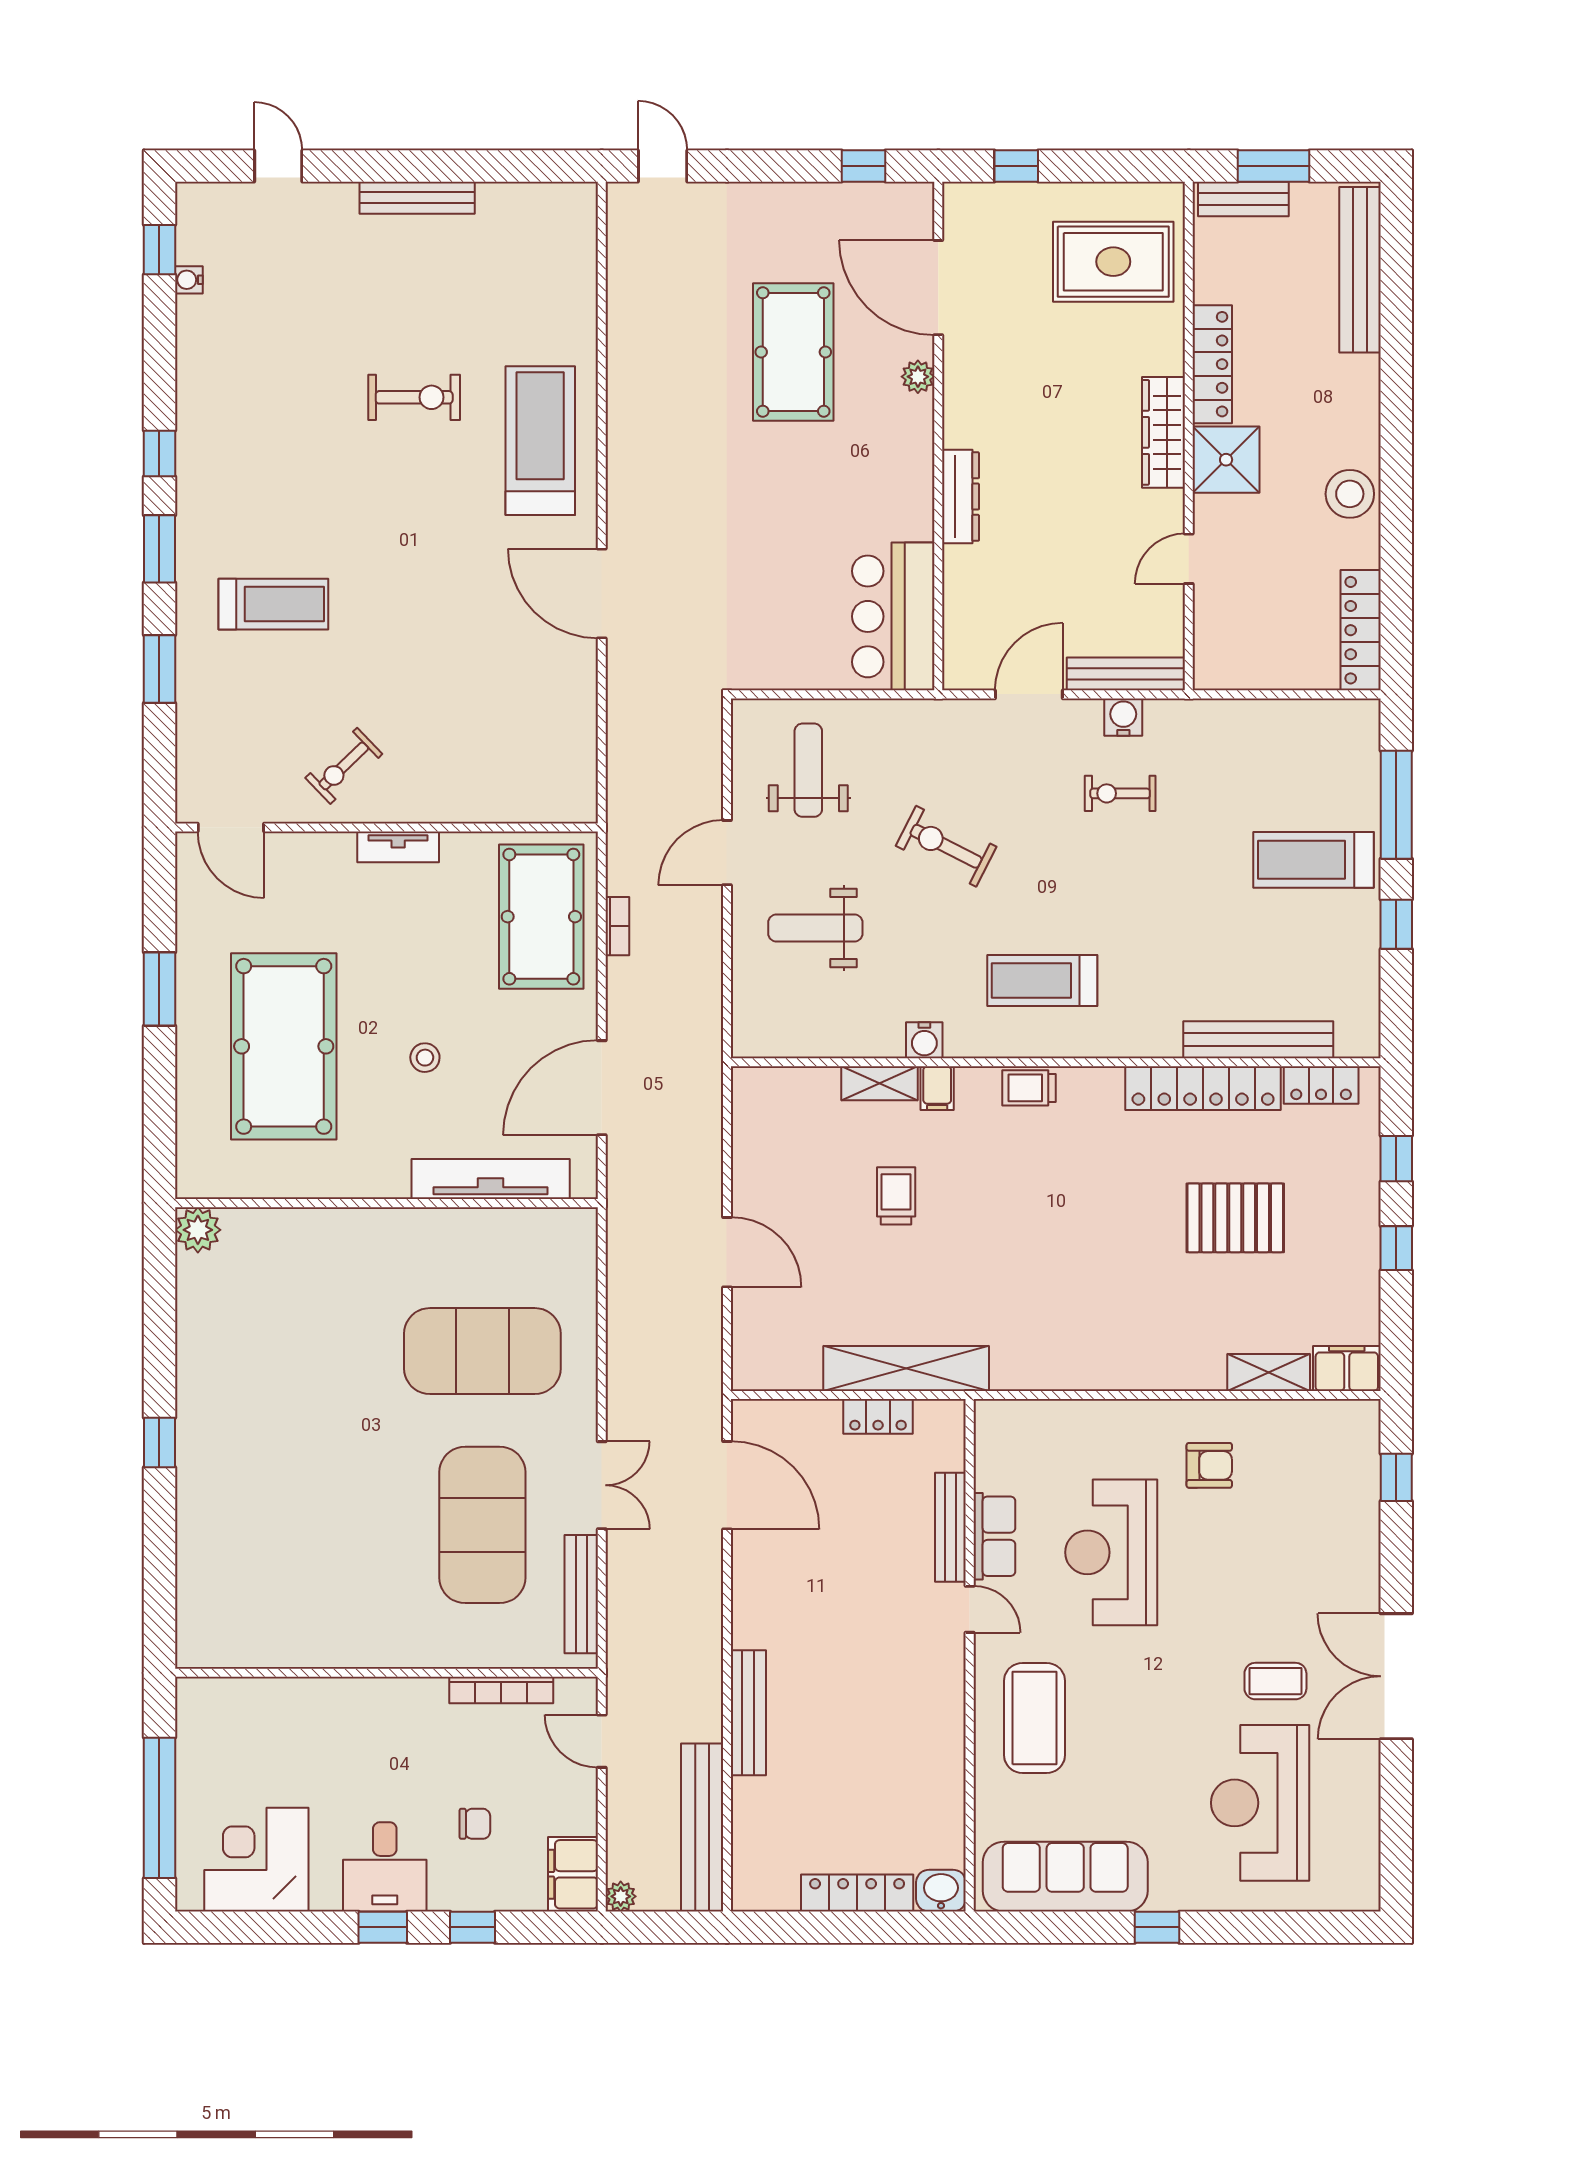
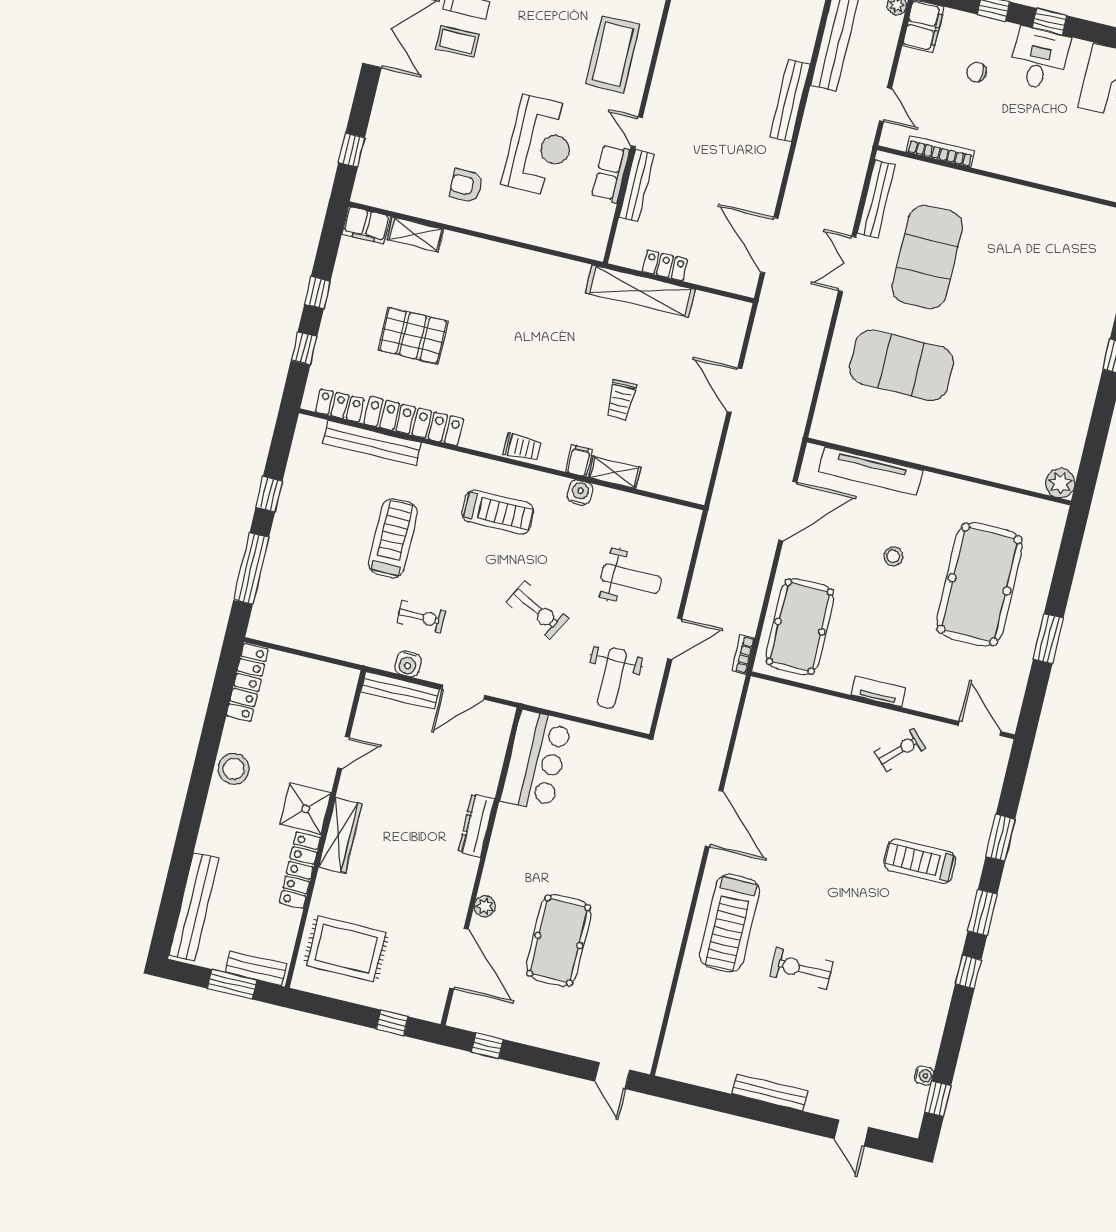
treadmill: (1314, 860) -> (393, 538), moved, turned -90
bookcase: (617, 926) -> (743, 655), moved

